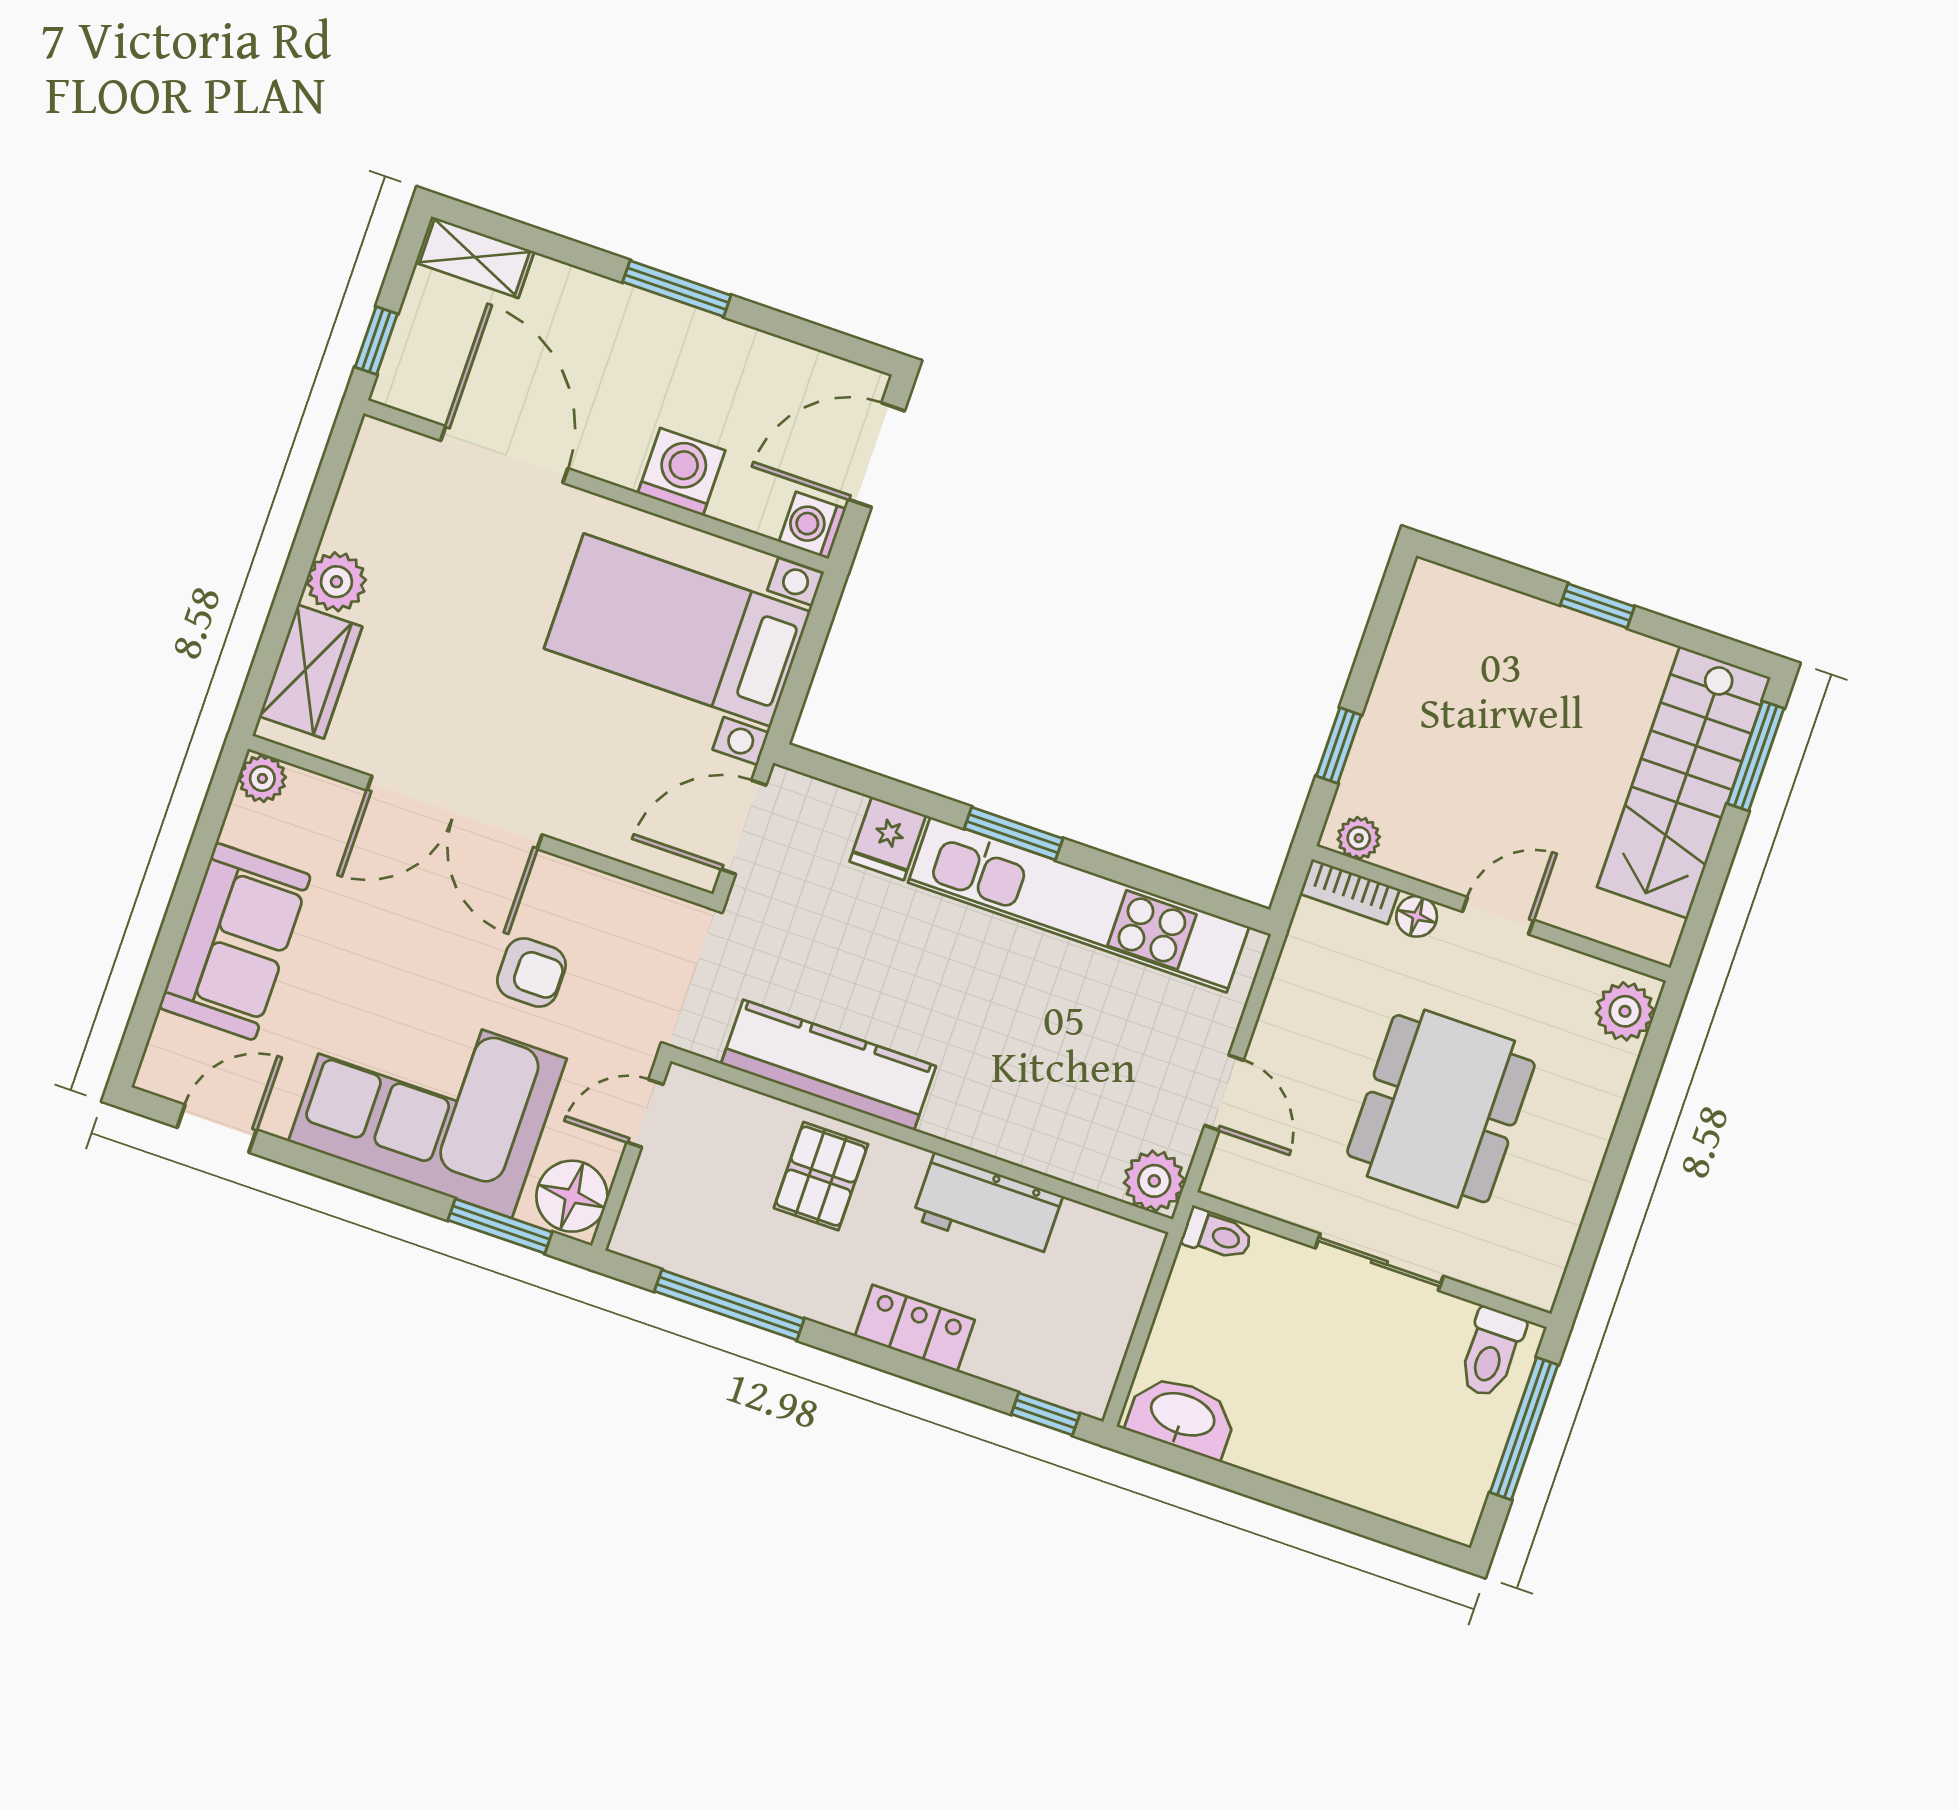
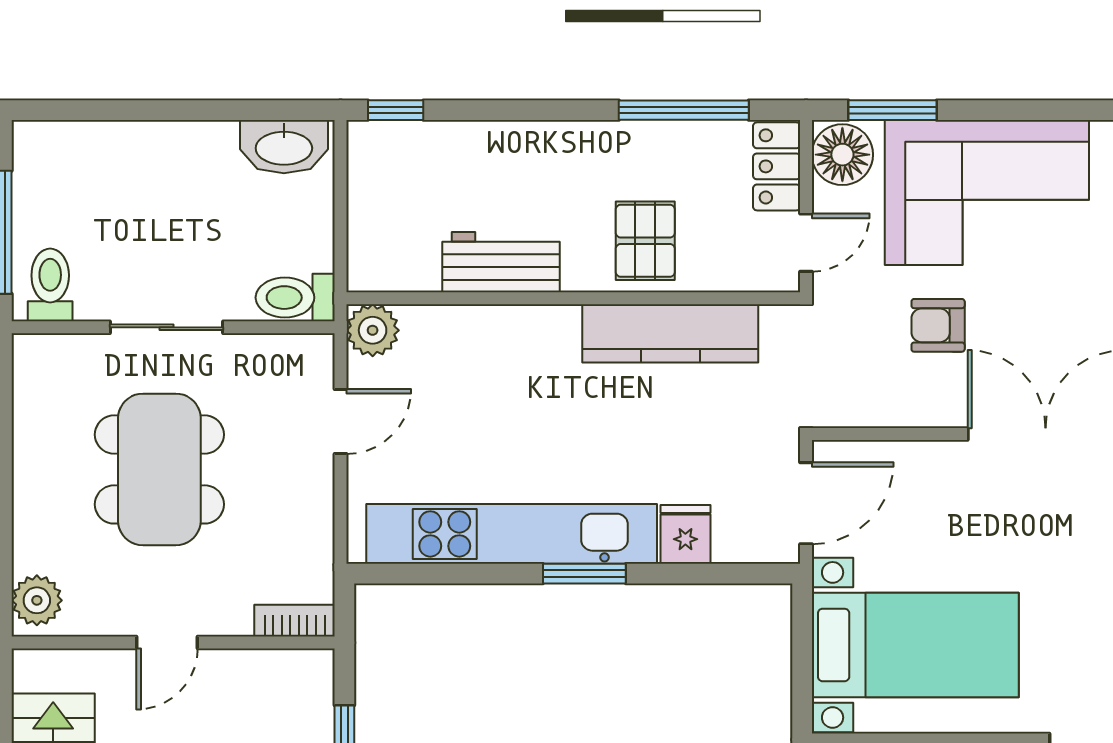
plant: (1359, 838) -> (302, 667), removed
floor lamp: (1417, 916) -> (233, 619), removed
door: (1224, 1093) -> (340, 422), swing flipped
toilet: (1217, 1235) -> (295, 298), width x1.37, depth x1.39
locker: (915, 1328) -> (777, 166), moved, turned 90

